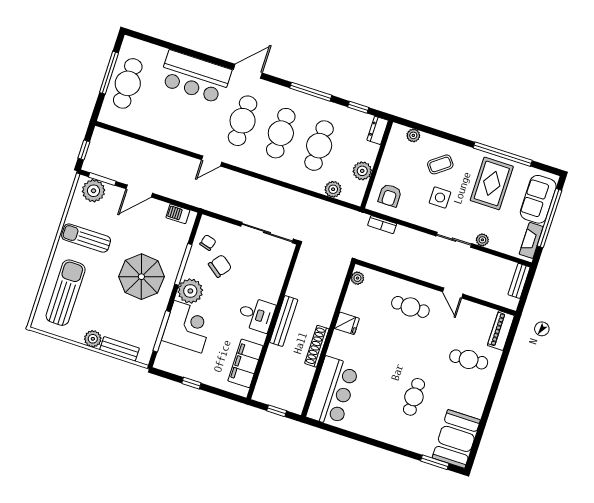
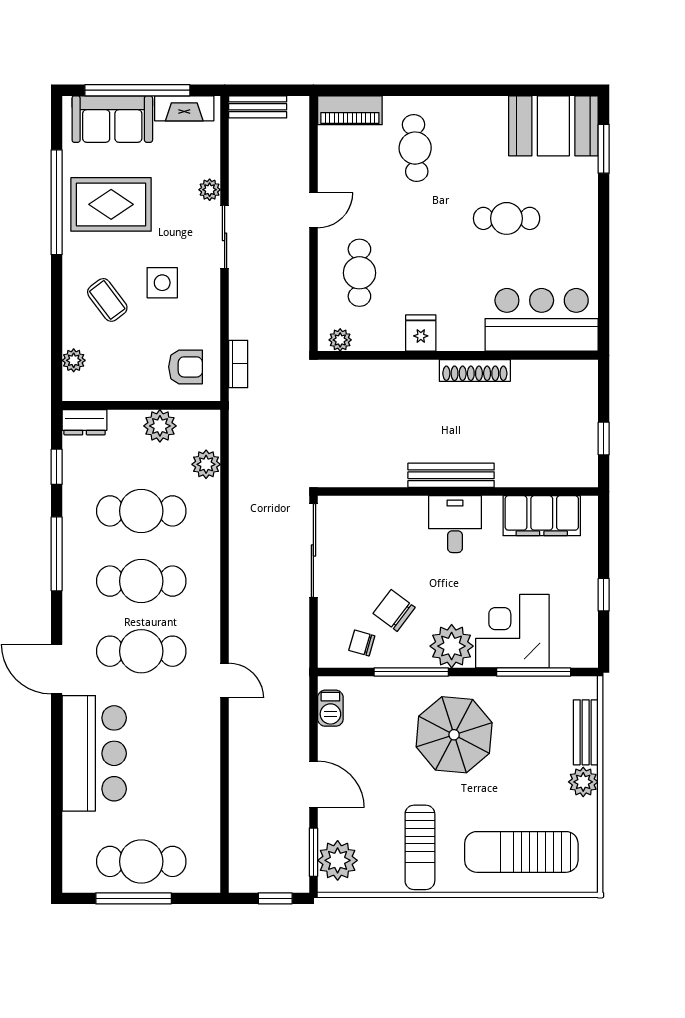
plant: (357, 278) -> (340, 340), moved
fridge: (347, 323) -> (421, 333), moved
wall: (328, 340) -> (458, 355), moved
shoe rack: (317, 346) -> (475, 371), moved
bar counter: (333, 392) -> (542, 320), moved

